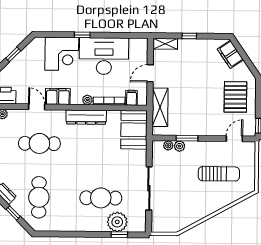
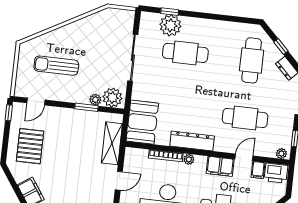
filing cabinet: (132, 98) -> (258, 170), moved
door: (37, 107) -> (244, 157), swing flipped
plant: (168, 145) -> (112, 98), width x1.88, depth x1.88

